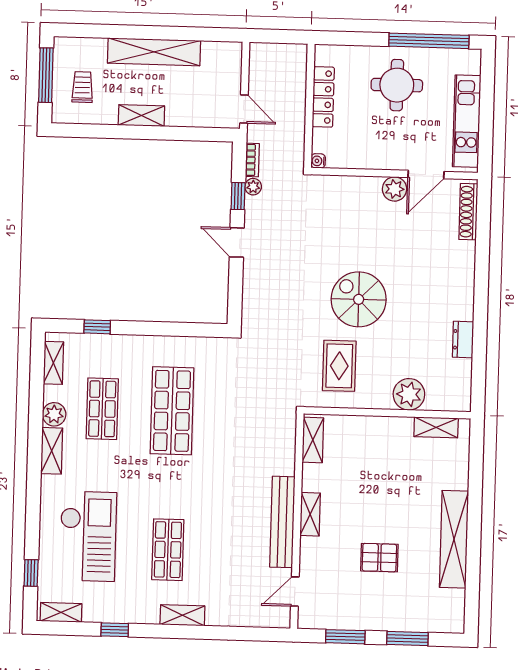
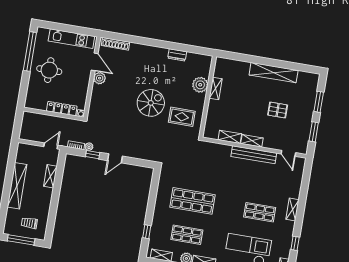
locker: (323, 97) -> (62, 109), moved
shelving: (141, 116) -> (50, 176), moved
spiral stairs: (359, 299) -> (151, 103), turned 180
shelving: (436, 427) -> (216, 89), moved
shelving: (313, 440) -> (230, 137), moved
pallet: (379, 558) -> (278, 110), turned 90

